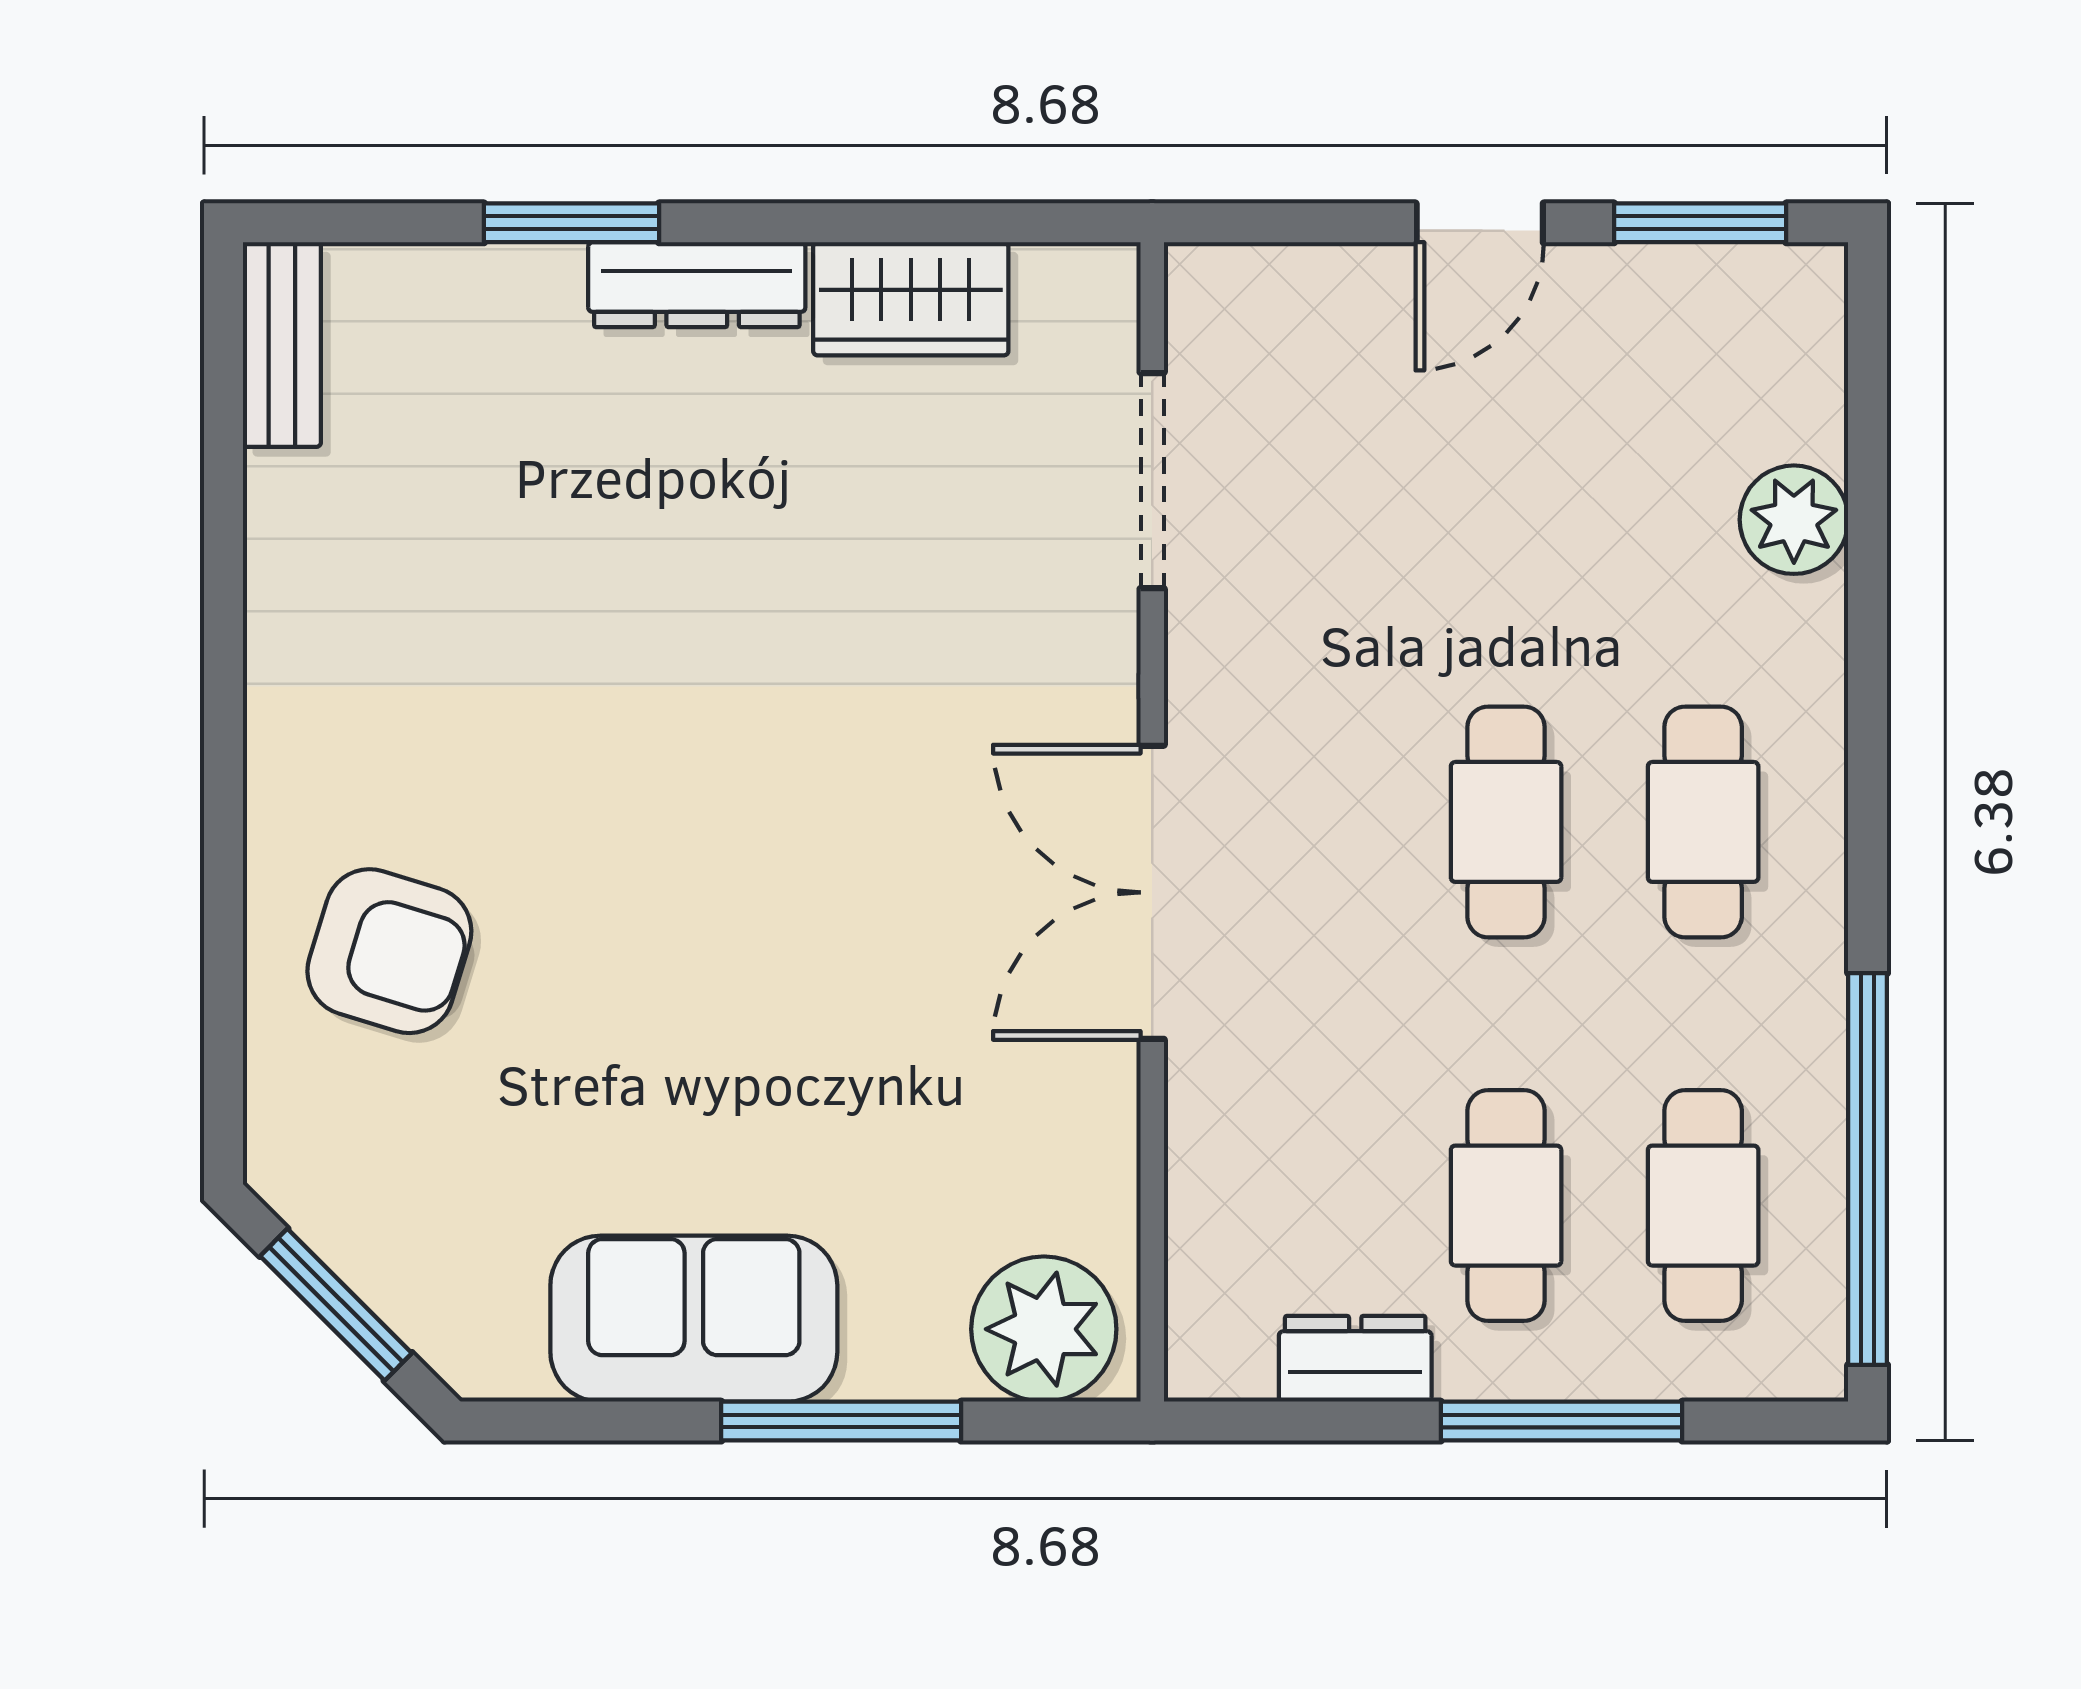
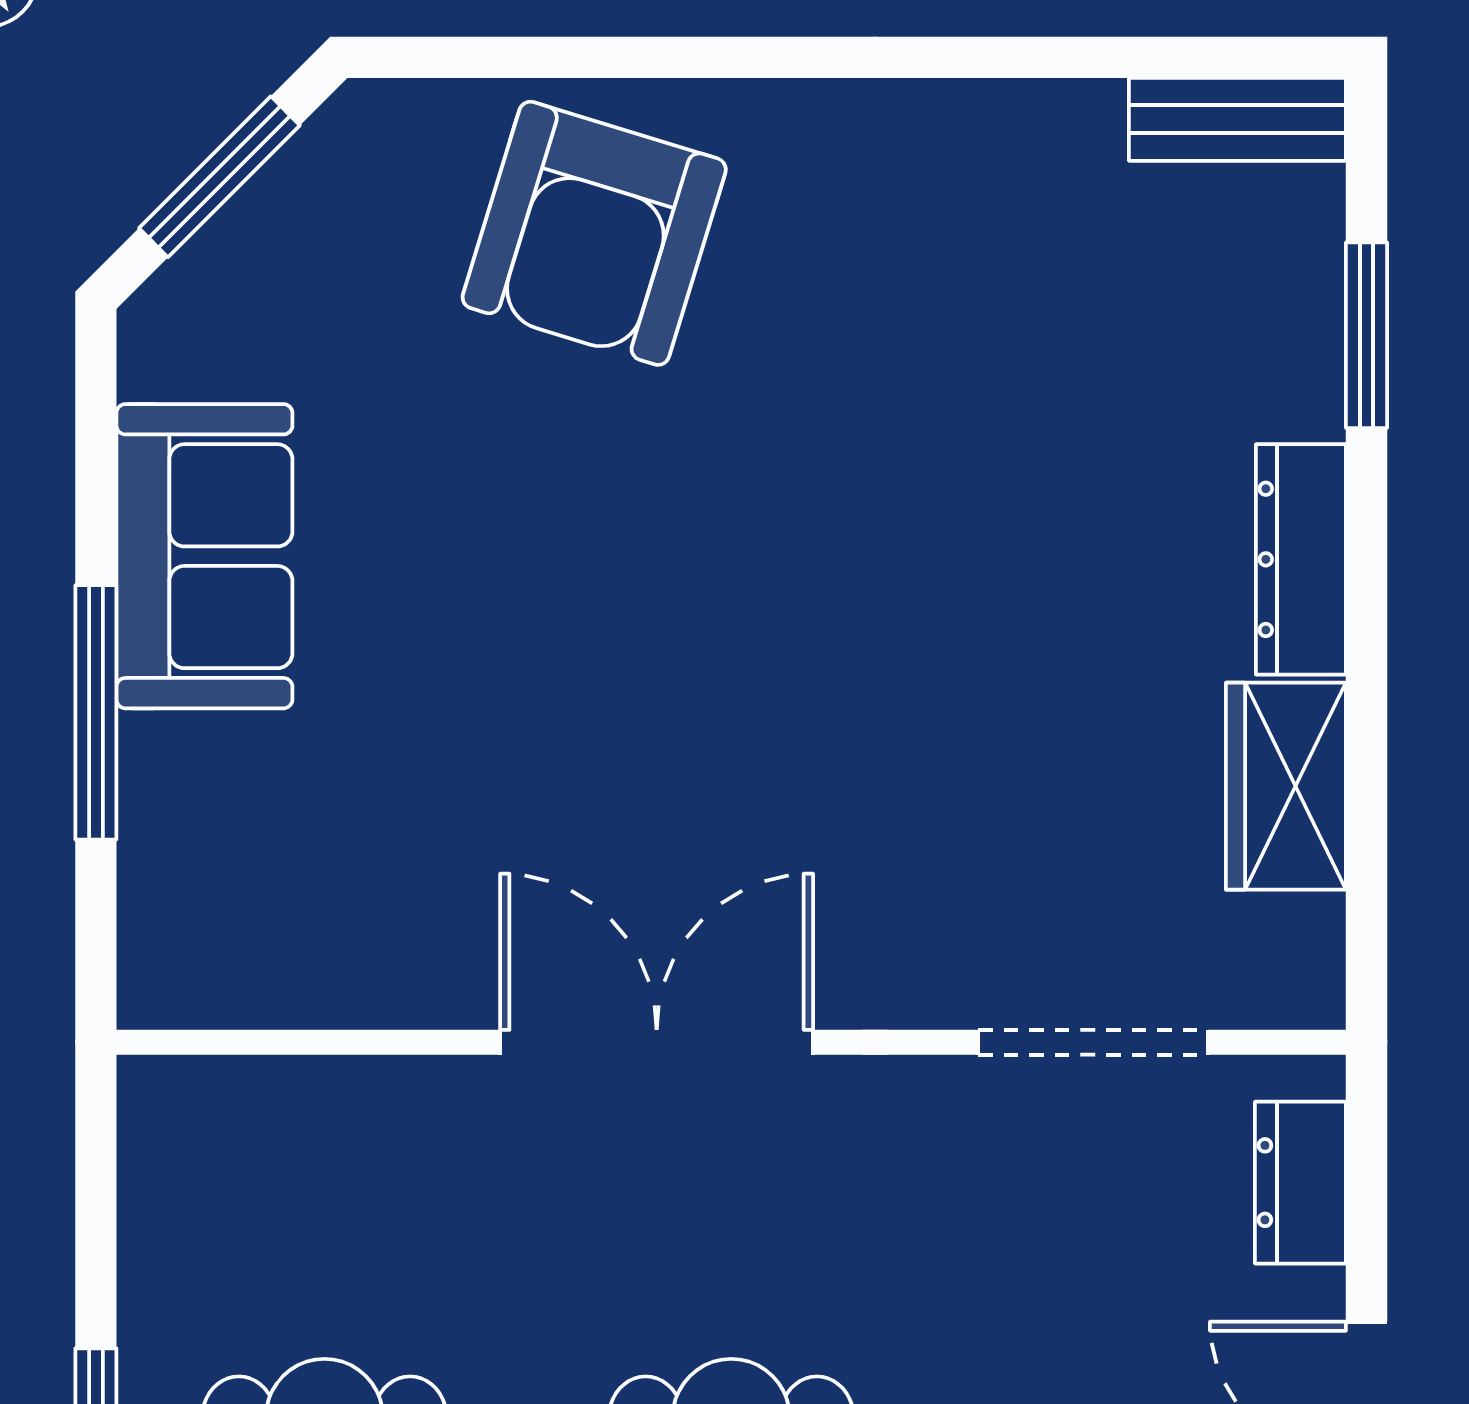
window: (572, 223) -> (1367, 335), moved
armchair: (389, 951) -> (594, 233), width x1.36, depth x1.36
plant: (1044, 1329) -> (193, 927), removed
dresser: (1355, 1359) -> (1300, 1183), moved, turned 180

